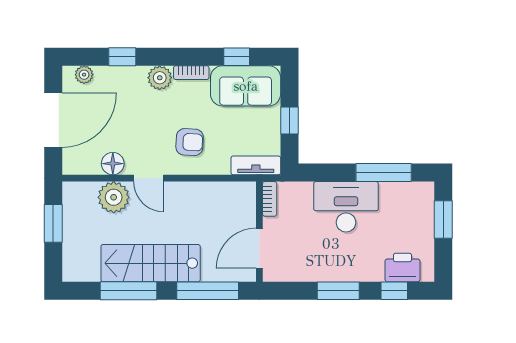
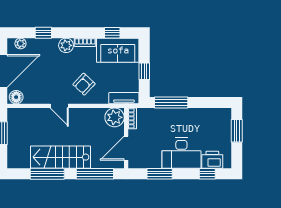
armchair: (190, 142) -> (84, 84), turned 130
floor lamp: (113, 164) -> (16, 97), moved
window: (384, 173) -> (171, 103), moved
plant: (114, 197) -> (115, 117), moved
desk: (346, 207) -> (181, 153), moved, turned 180
window: (338, 291) -> (160, 174), moved

